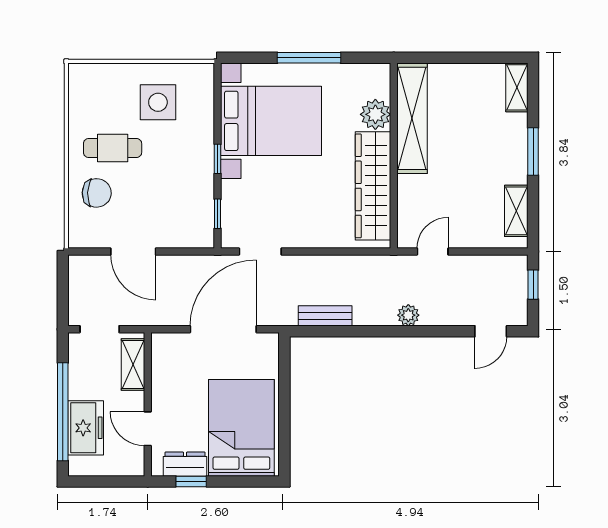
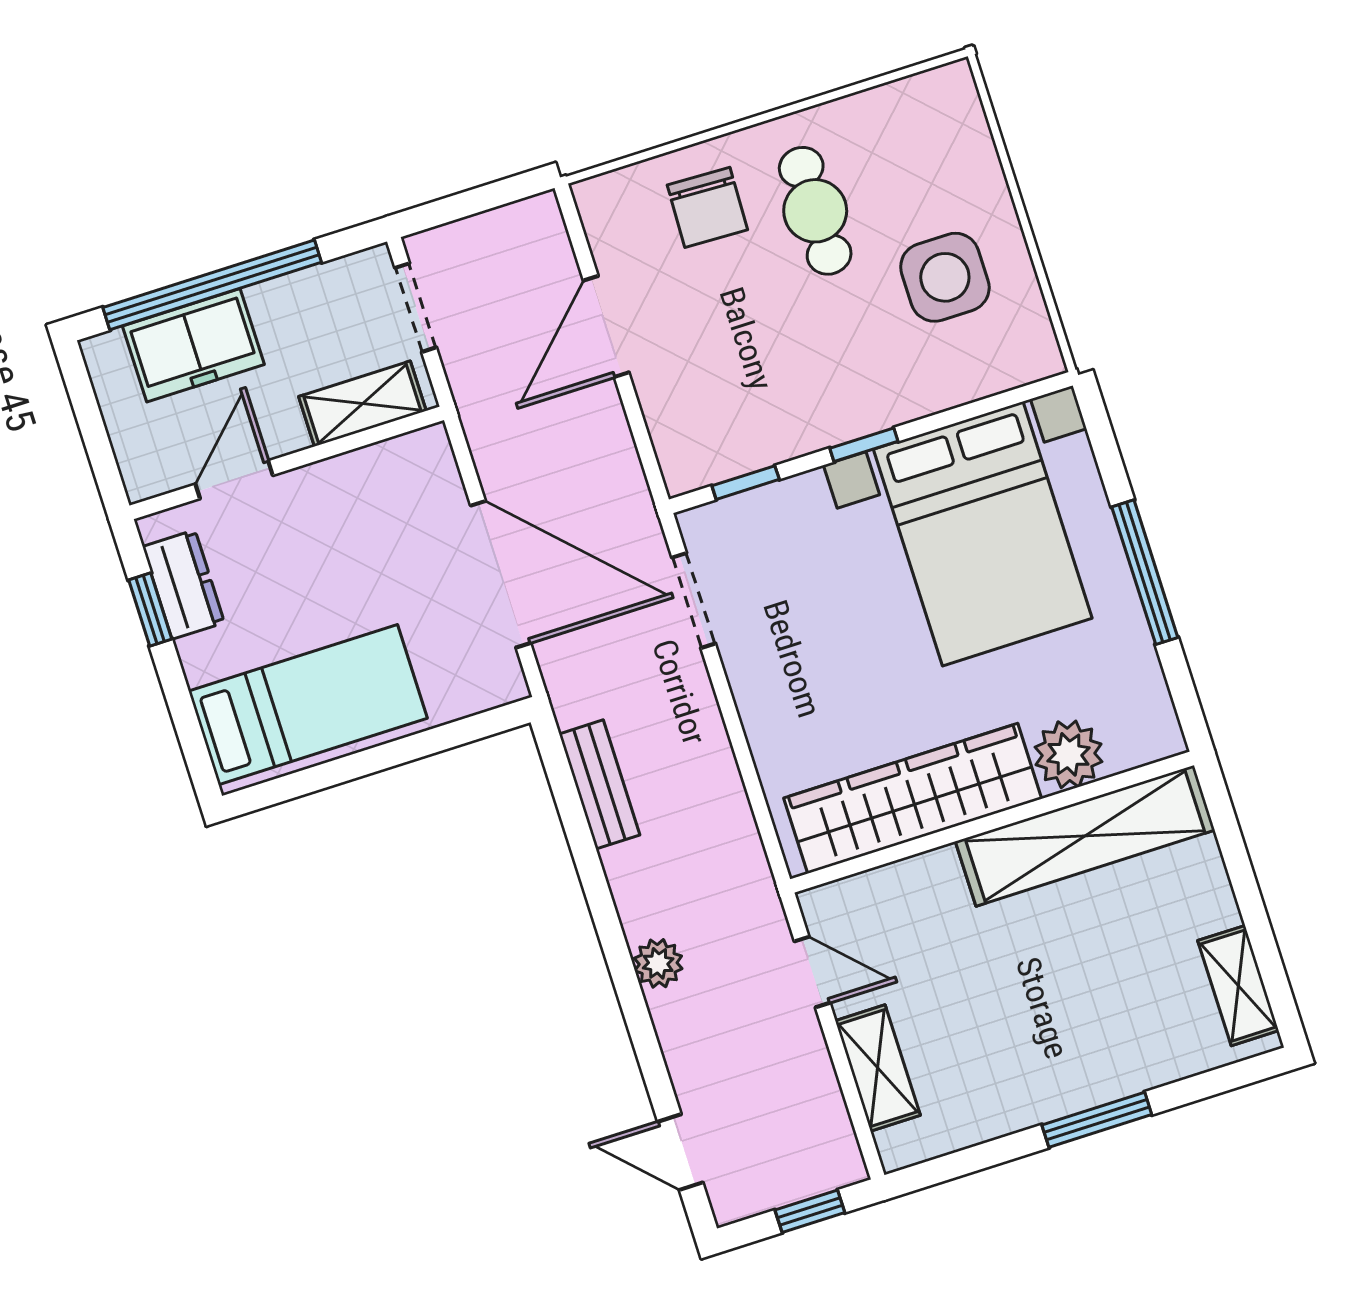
shelving: (517, 87) -> (1238, 986), moved, turned 90
shelving: (516, 211) -> (878, 1068), moved, turned 90
bed: (241, 428) -> (308, 705), width x0.67

